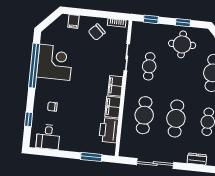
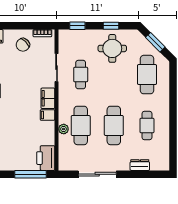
filing cabinet: (113, 107) -> (48, 115), width x0.50
plant: (127, 117) -> (64, 129), added
printer: (109, 130) -> (46, 158), moved
window: (91, 157) -> (31, 174), width x1.44

